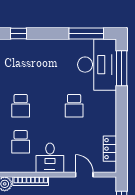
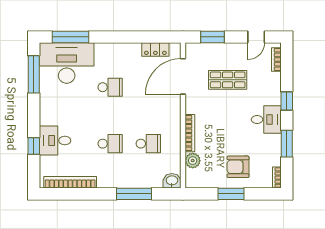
desk: (50, 158) -> (55, 141), moved, turned 180
door: (84, 175) -> (183, 76), width x1.88

